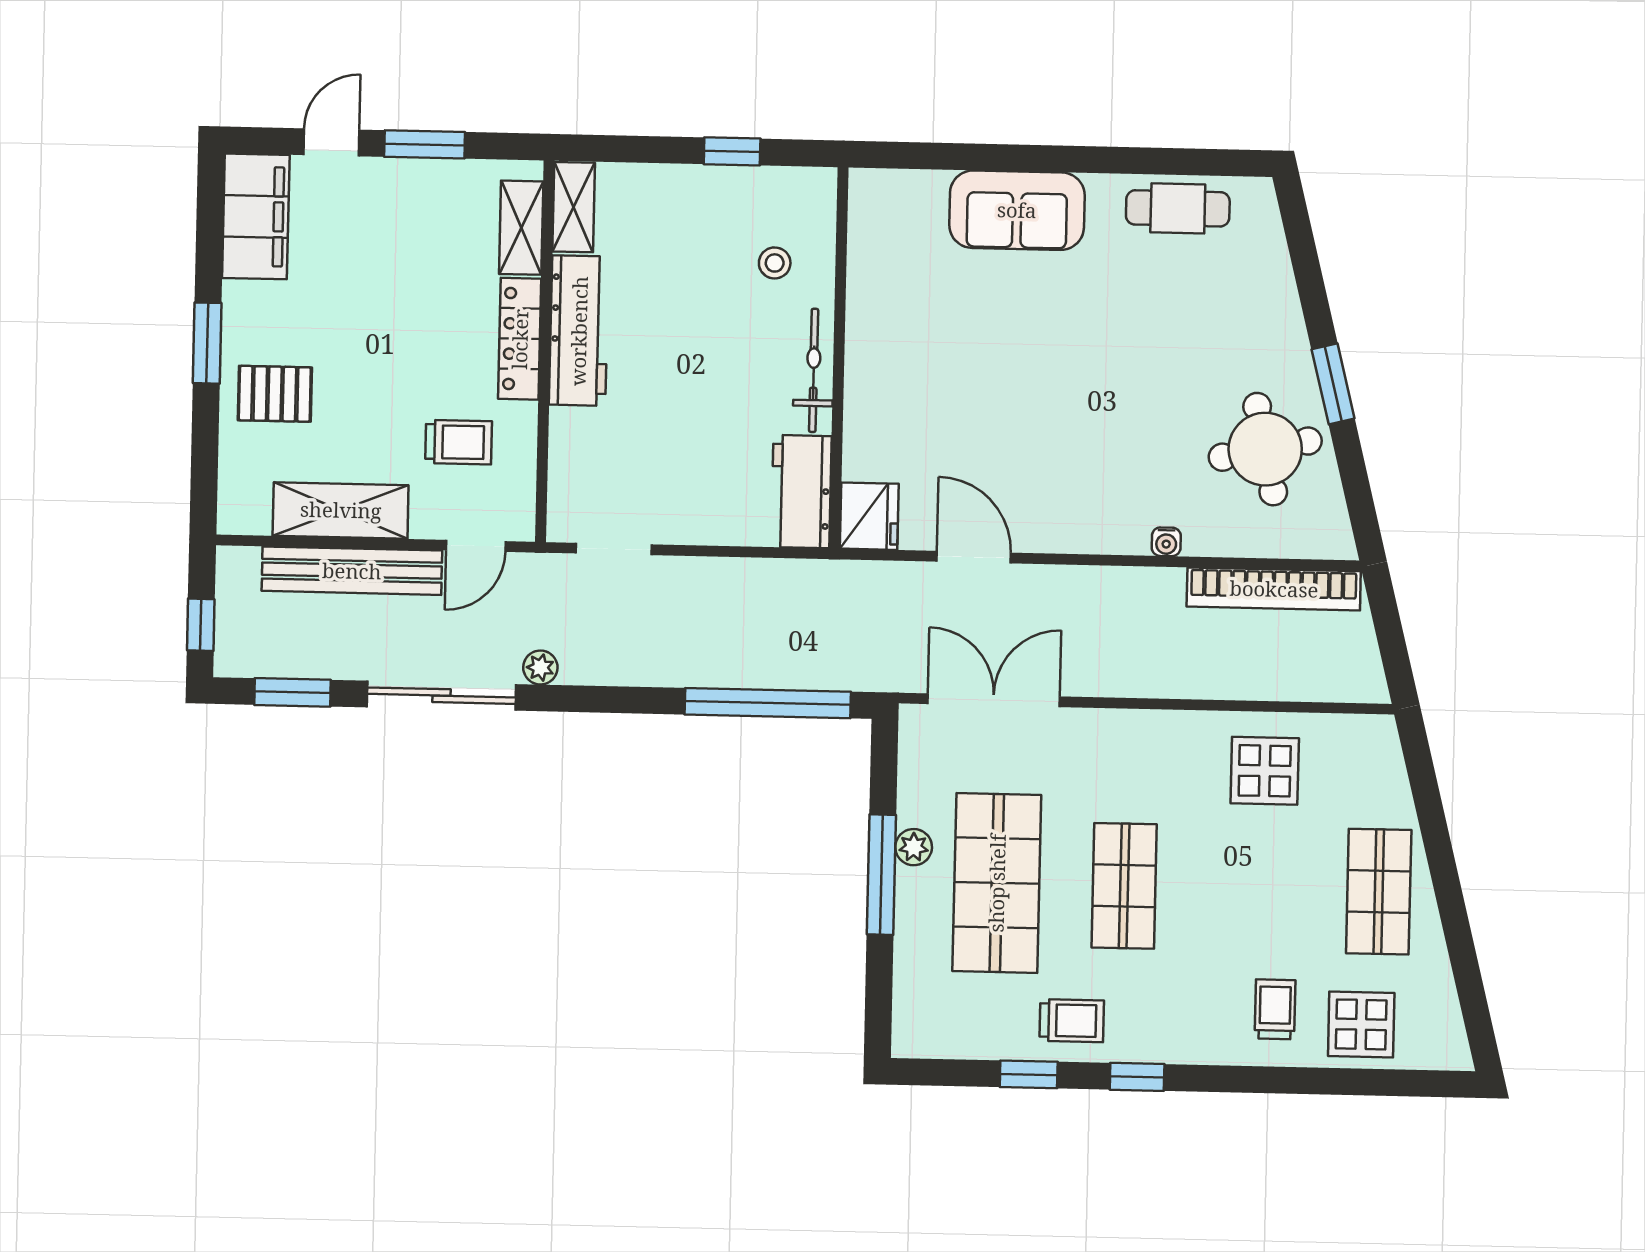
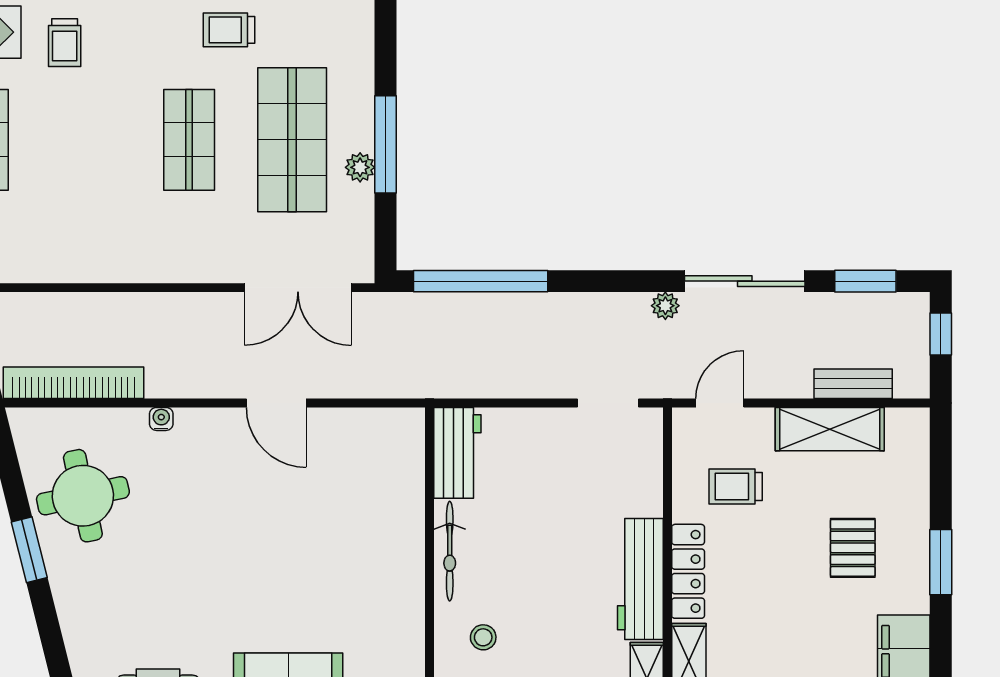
pallet: (275, 394) -> (853, 548), moved, turned 90
fridge: (869, 516) -> (402, 434), removed
door: (974, 557) -> (276, 403), moved
bench: (352, 571) -> (853, 384), width x0.54, depth x0.82
display table: (1265, 771) -> (77, 235), removed

